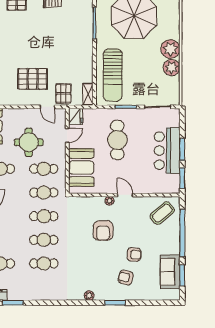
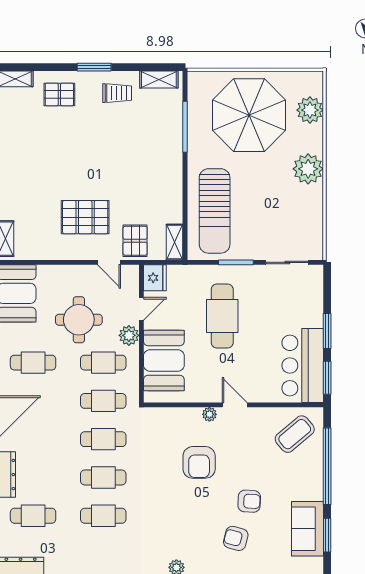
plant: (172, 68) -> (310, 110), moved
bar counter: (167, 151) -> (303, 366), moved
plant: (60, 152) -> (129, 335), added

